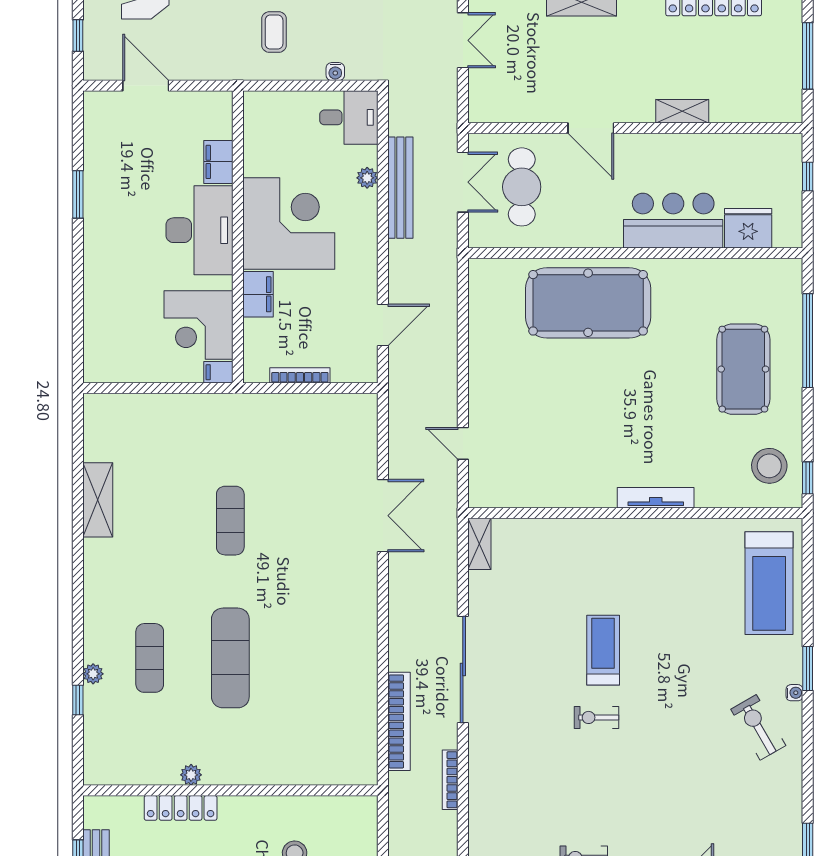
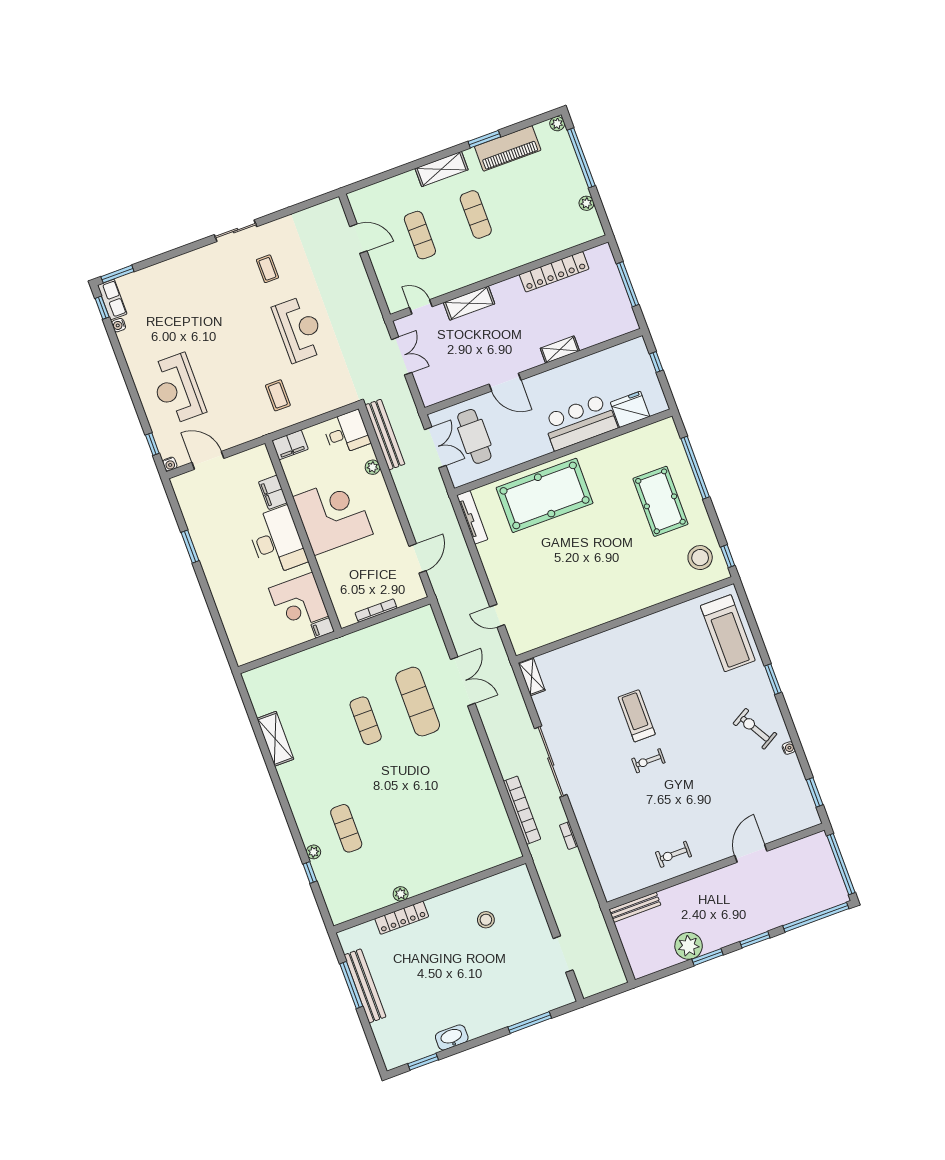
water cooler: (335, 72) -> (170, 464), moved
bench: (400, 188) -> (385, 435), moved
filing cabinet: (258, 294) -> (290, 445), moved, turned 90
tv unit: (656, 498) -> (472, 517), moved, turned 90
exercise mat: (230, 658) -> (418, 702), moved
water cooler: (794, 693) -> (789, 748), moved
bookcase: (450, 780) -> (569, 836), width x0.64

